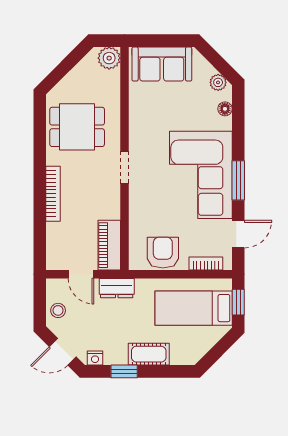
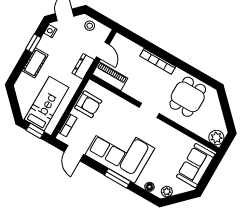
window: (238, 180) -> (117, 178), moved
door: (81, 274) -> (103, 51), swing flipped

